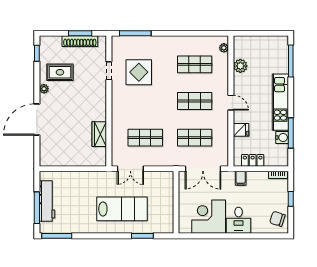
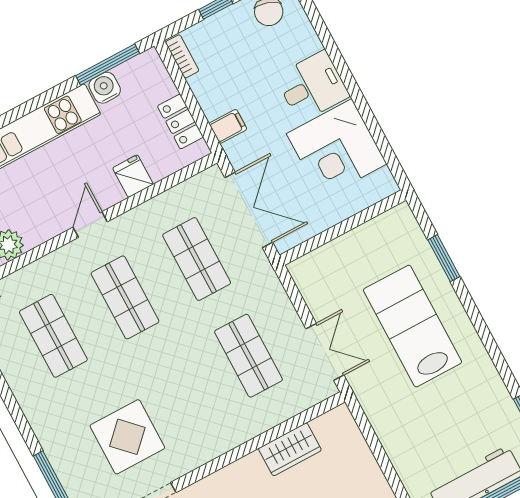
window: (291, 133) -> (108, 65), moved

